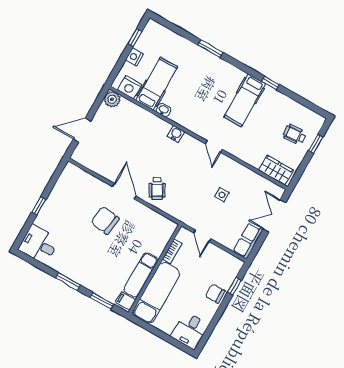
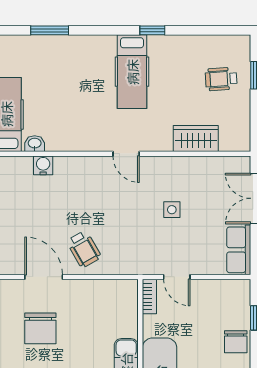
water cooler: (176, 134) -> (43, 165), moved
wardrobe: (276, 170) -> (196, 138), moved
chair: (105, 220) -> (40, 328), turned -98
bookcase: (172, 251) -> (149, 296), moved
chair: (215, 294) -> (236, 342), turned -90

